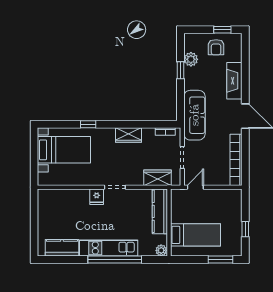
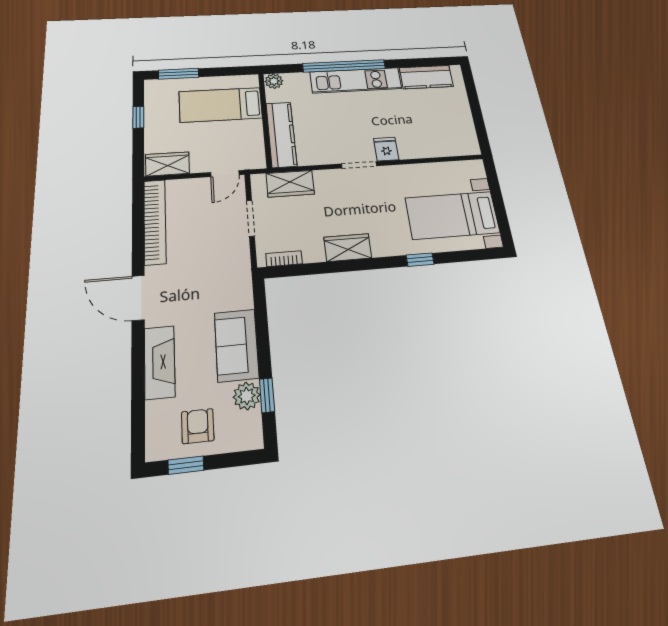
window: (181, 70) -> (267, 395), moved
sofa: (194, 115) -> (237, 345), moved, width x0.73
wardrobe: (228, 196) -> (167, 164), added

